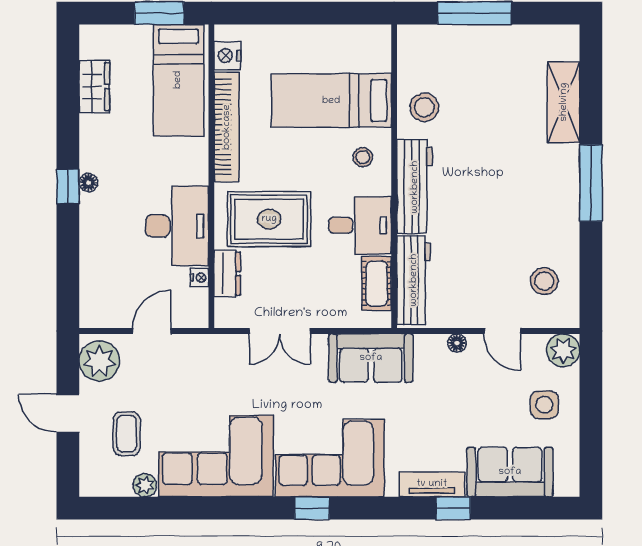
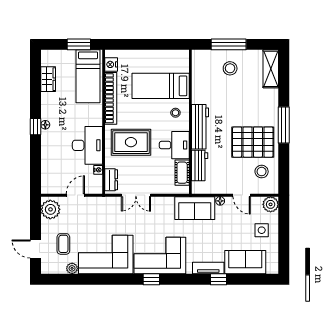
shelving: (564, 102) -> (271, 69), moved
stool: (424, 107) -> (230, 68), moved
pallet: (526, 219) -> (253, 142), added
dresser: (227, 273) -> (111, 180), moved
workbench: (414, 280) -> (200, 165), width x0.73
sofa: (371, 358) -> (195, 208), moved
door: (68, 413) -> (36, 249), moved

